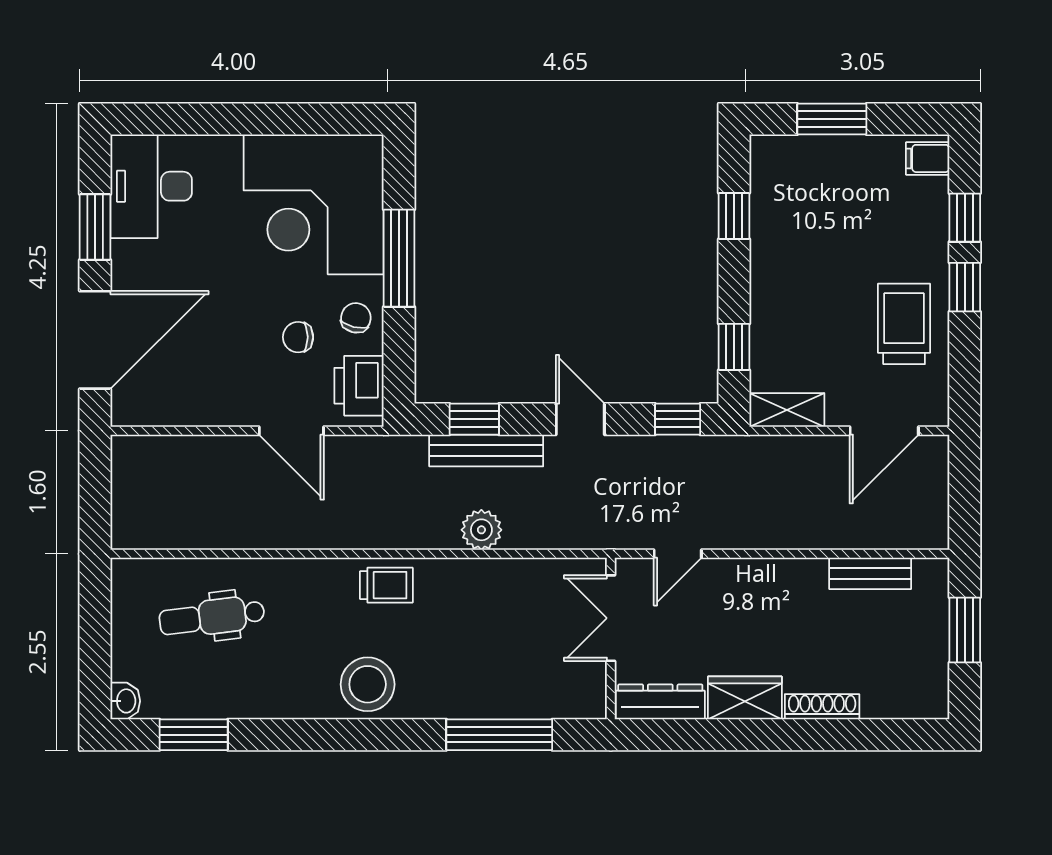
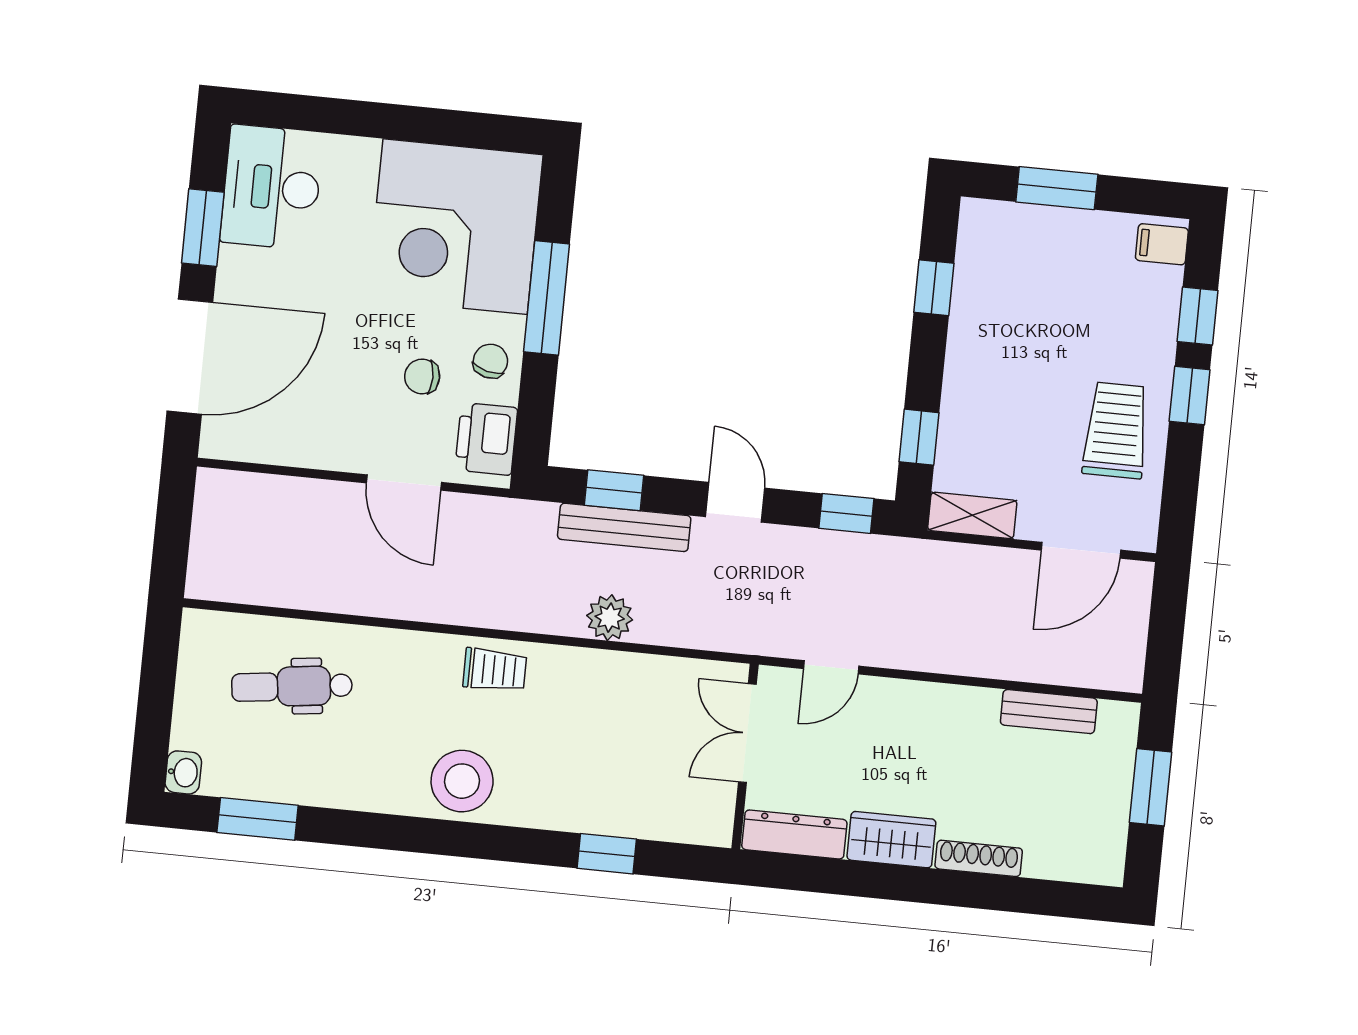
window: (499, 735) -> (607, 854), width x0.46

